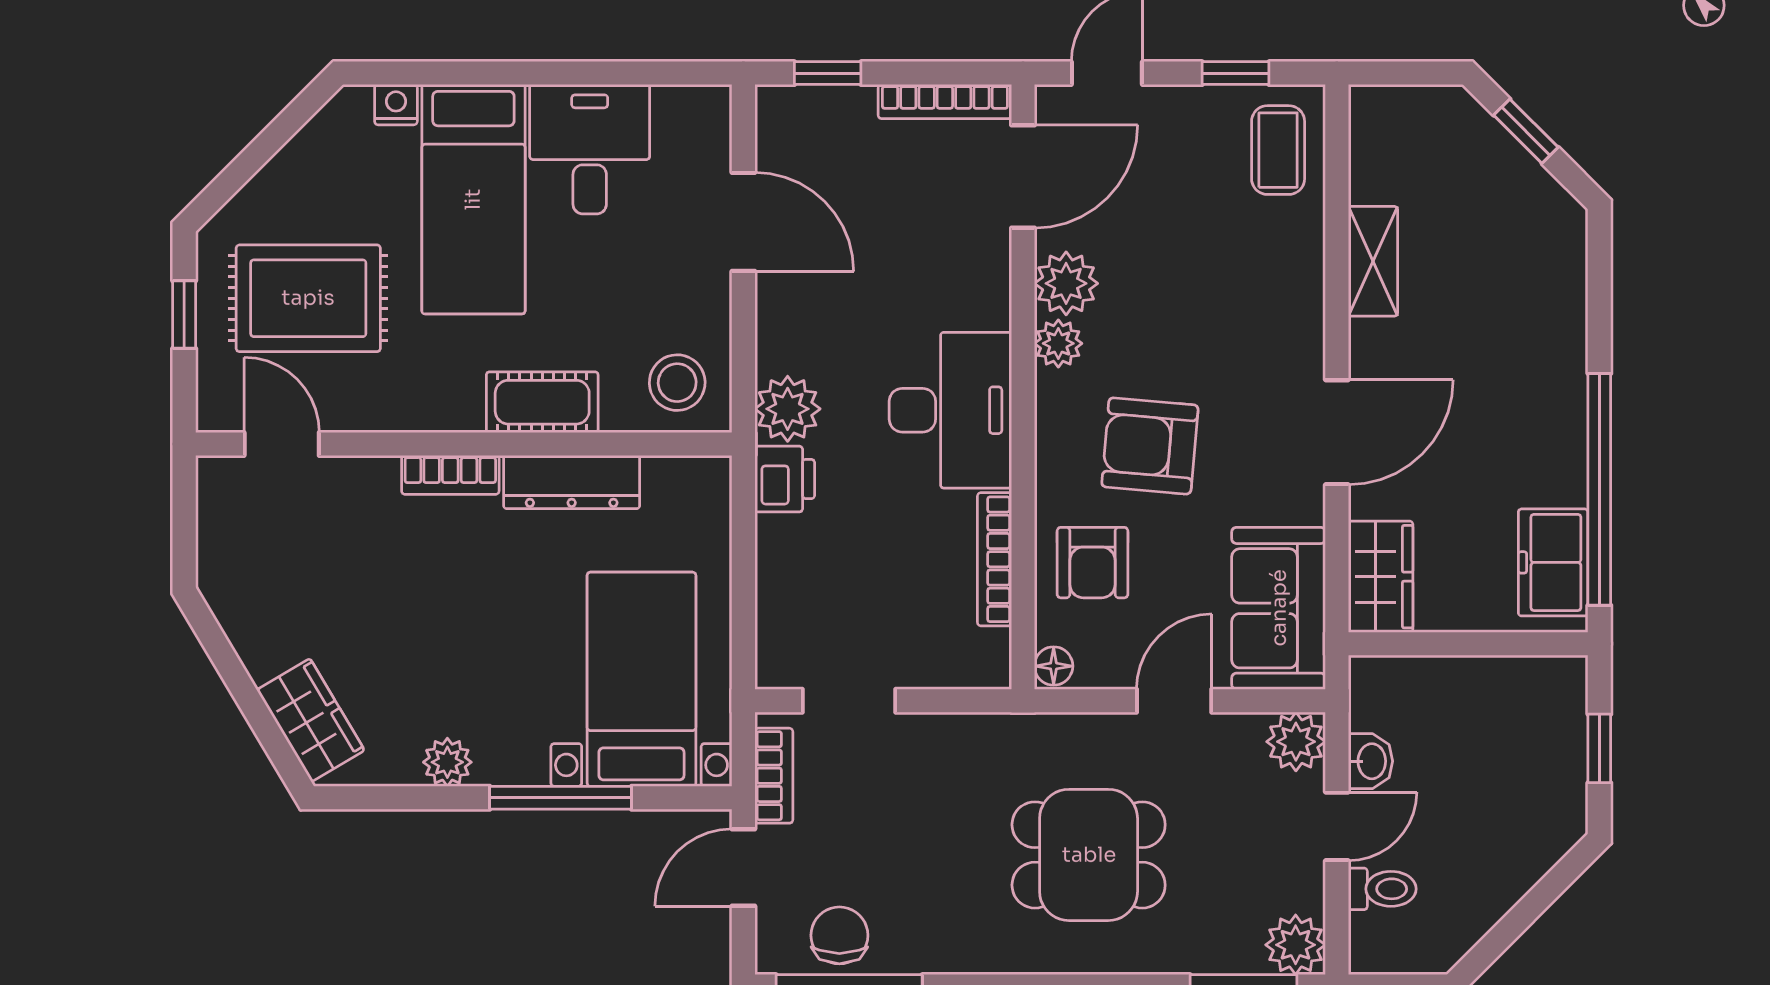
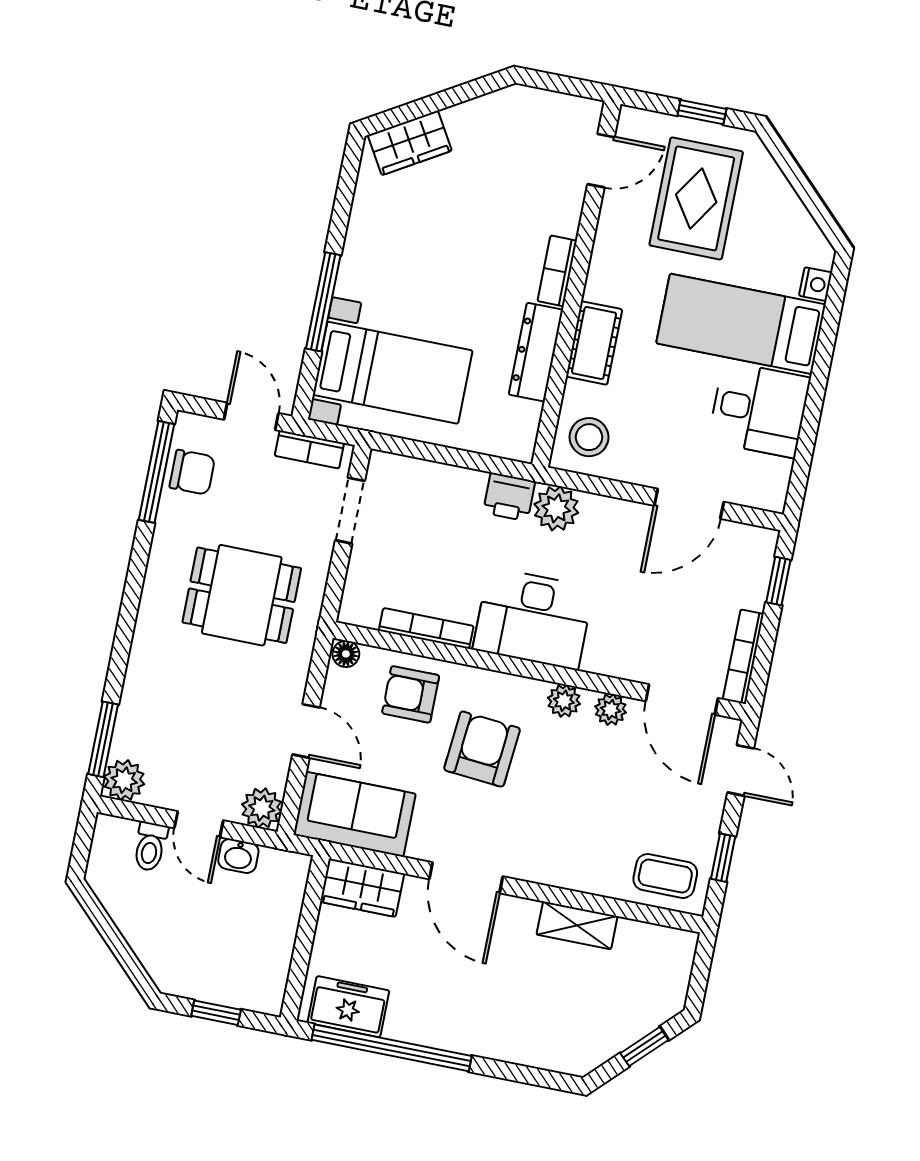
plant: (1066, 283) -> (611, 710), width x0.73, depth x0.73
plant: (447, 762) -> (363, 230), removed
dining table: (1089, 855) -> (242, 595), moved, turned 90

